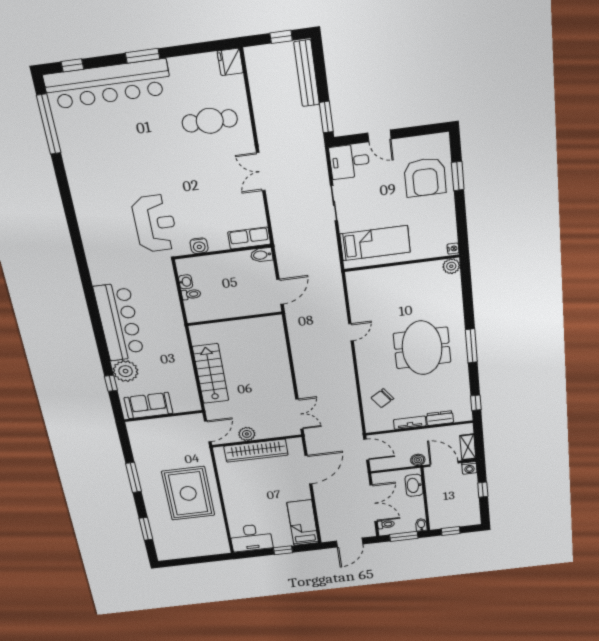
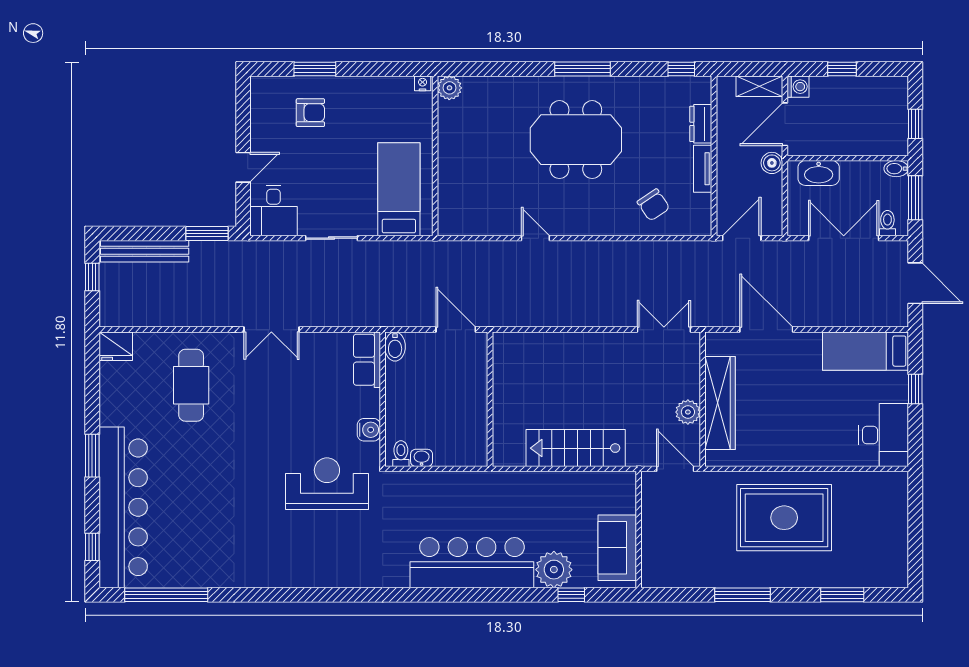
armchair: (425, 177) -> (310, 113), width x0.53, depth x0.53
toilet: (191, 294) -> (401, 454), moved

